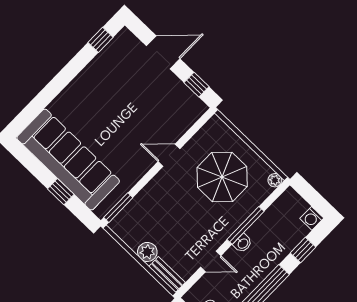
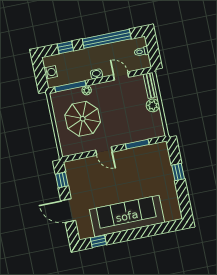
sofa: (68, 160) -> (127, 216), moved, turned 90
plant: (275, 180) -> (87, 90), moved
window: (118, 208) -> (137, 144), moved
washing machine: (312, 218) -> (51, 72), moved
window: (246, 225) -> (70, 86), moved

